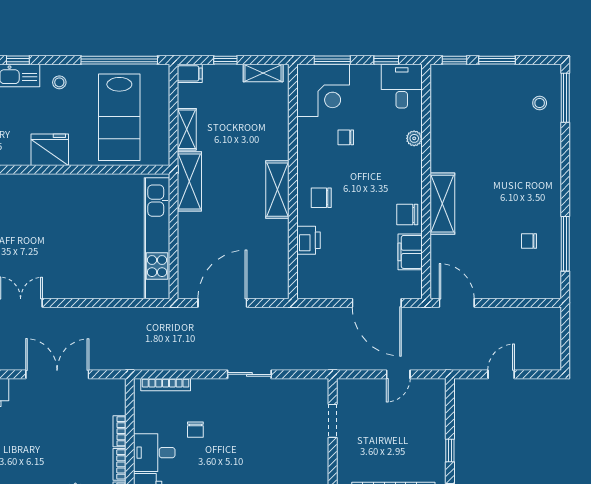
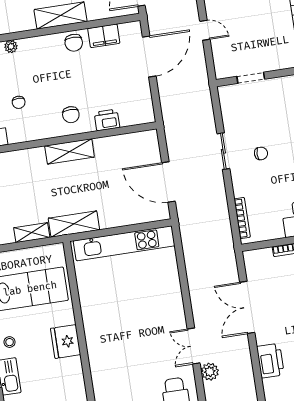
chair: (195, 430) -> (261, 153), moved

